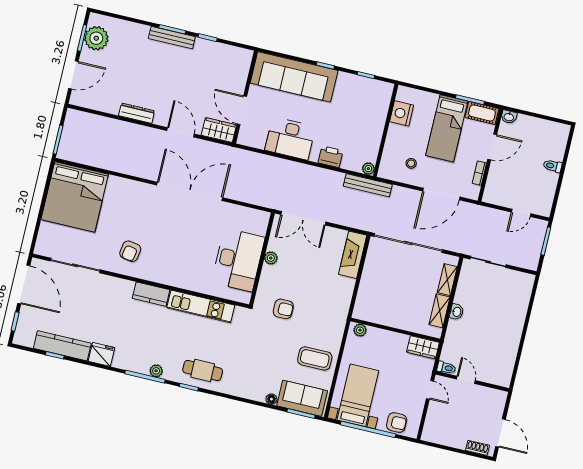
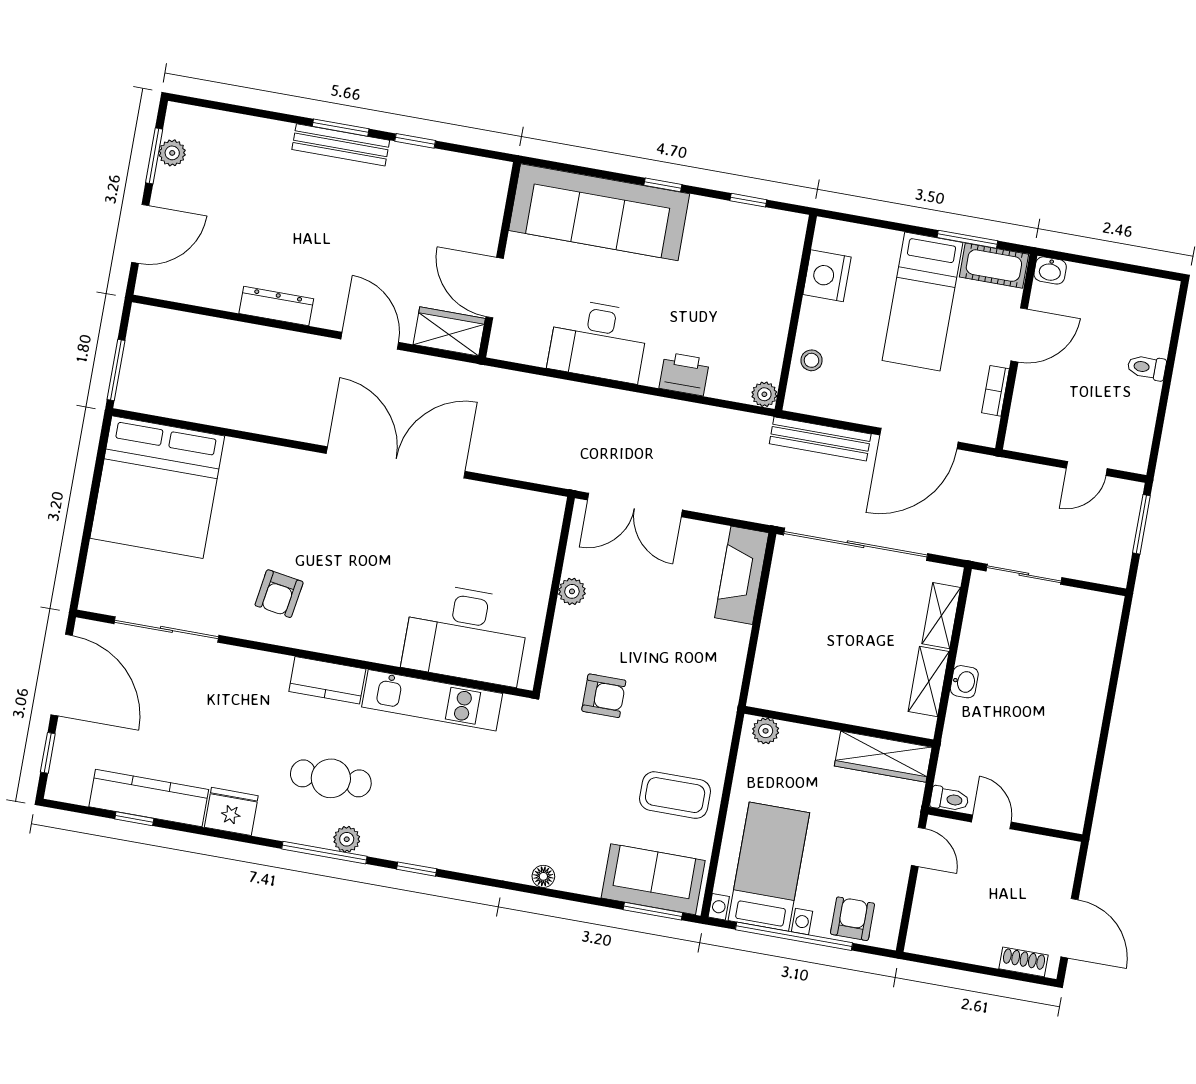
plant: (96, 38) -> (172, 153), width x0.53, depth x0.53
stool: (411, 163) -> (812, 360), moved
bench: (368, 185) -> (820, 439), moved
desk: (238, 260) -> (466, 634), moved, turned 90
wardrobe: (423, 347) -> (883, 757), width x1.50
cafe table: (203, 370) -> (331, 778), moved
floor lamp: (271, 399) -> (543, 876), moved
armchair: (397, 423) -> (852, 919), turned -90

